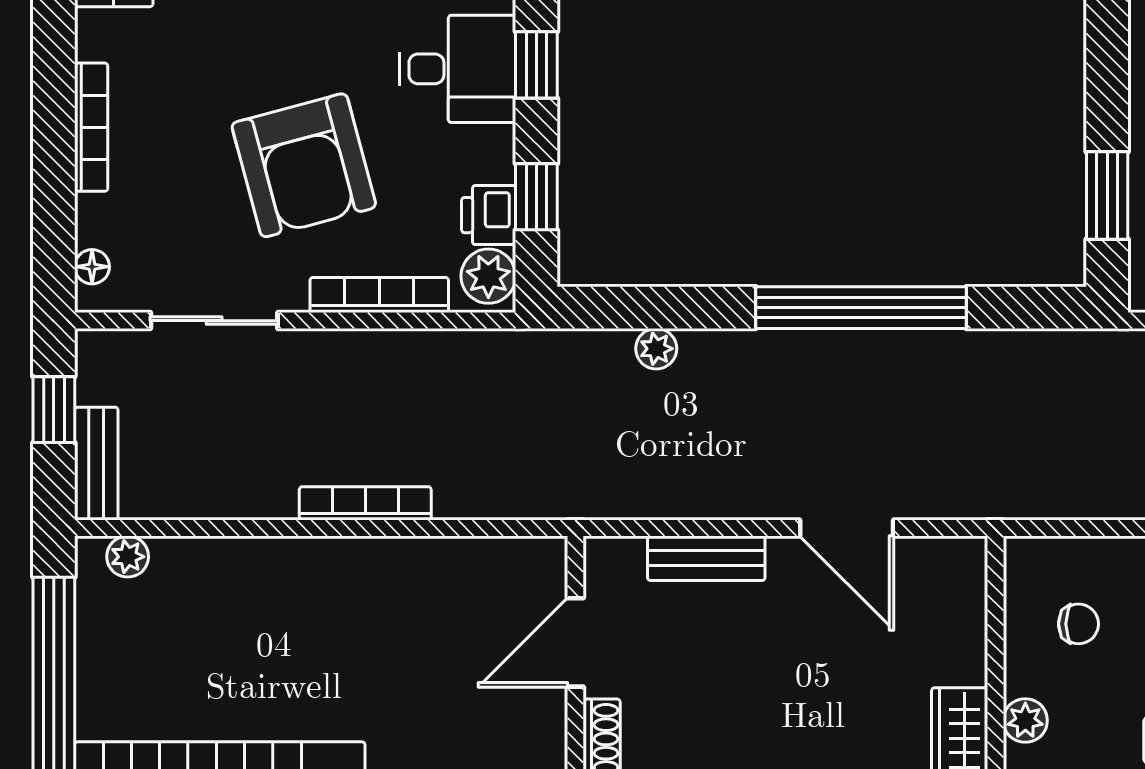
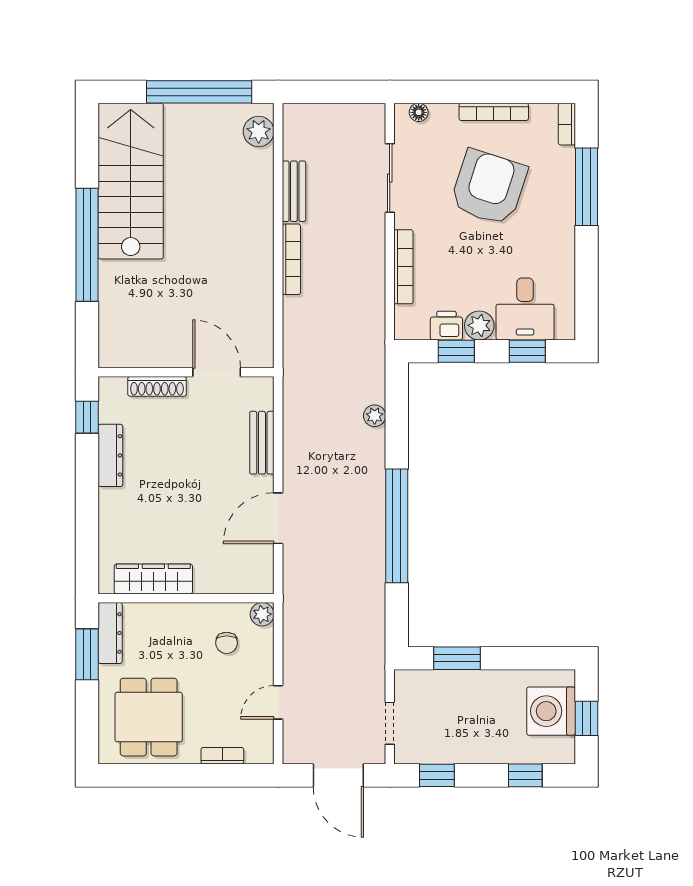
armchair: (304, 165) -> (489, 187), moved, turned 123
plant: (488, 276) -> (479, 325), moved
window: (54, 410) -> (342, 92), removed
bench: (96, 464) -> (294, 191), moved, turned 90
plant: (128, 557) -> (259, 131), width x1.38, depth x1.38
plant: (1025, 720) -> (262, 614), moved

